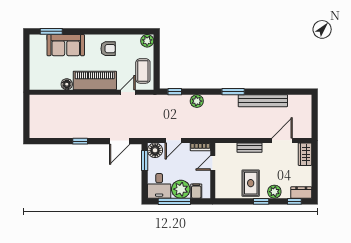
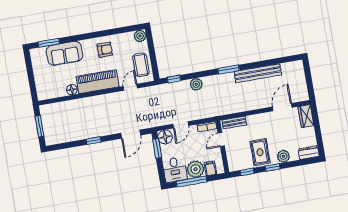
window: (26, 116) -> (39, 126), added
bench: (250, 148) -> (234, 122), moved
window: (294, 201) -> (247, 172), moved

